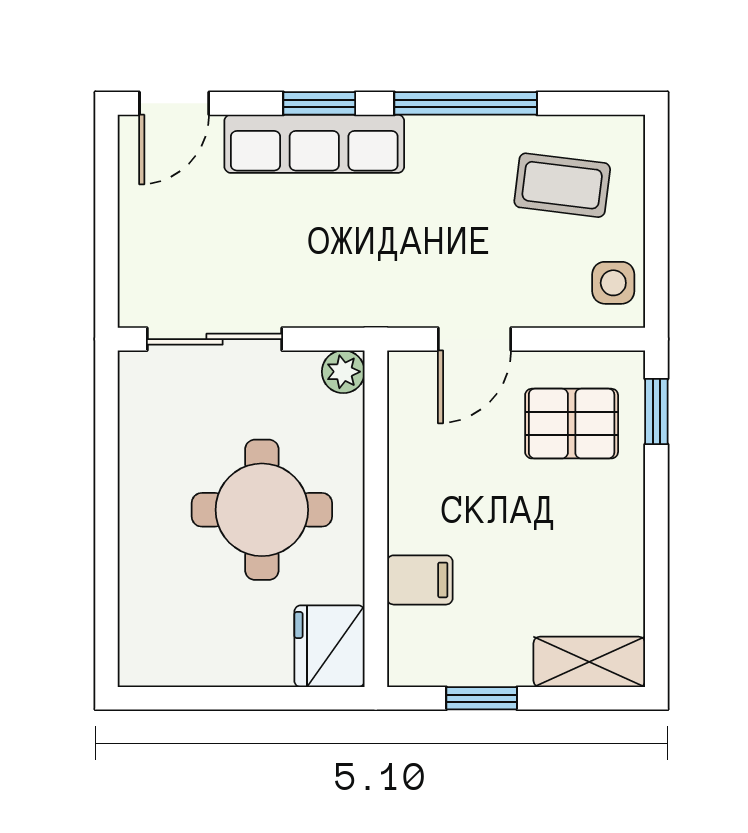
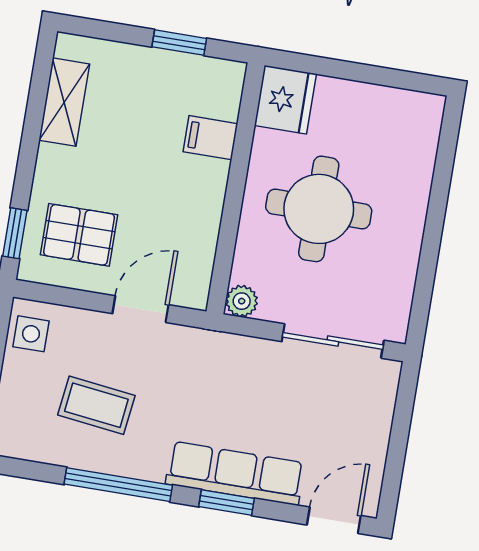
coffee table: (562, 185) -> (96, 405), moved
shelving: (589, 662) -> (64, 102), moved, turned 90

